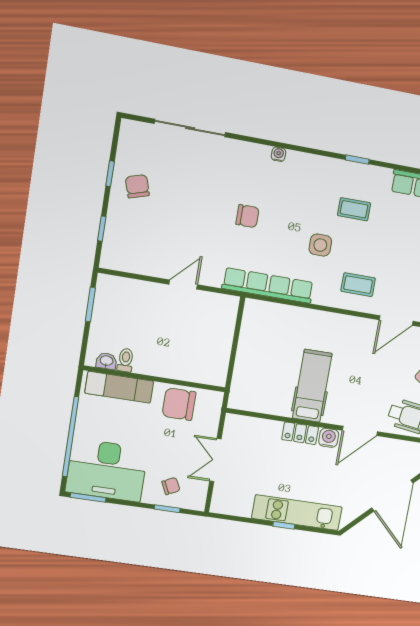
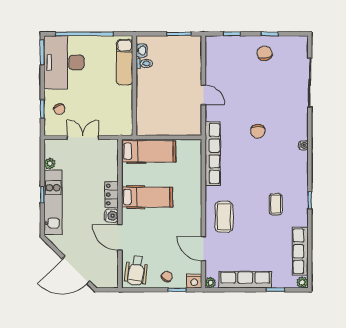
chair: (137, 186) -> (265, 53), turned -85
side table: (320, 245) -> (247, 185), removed
coffee table: (358, 285) -> (224, 217), width x1.36, depth x1.30
hospital bed: (250, 374) -> (149, 151), added
chair: (179, 404) -> (119, 105), removed
plant: (243, 510) -> (50, 164), added

